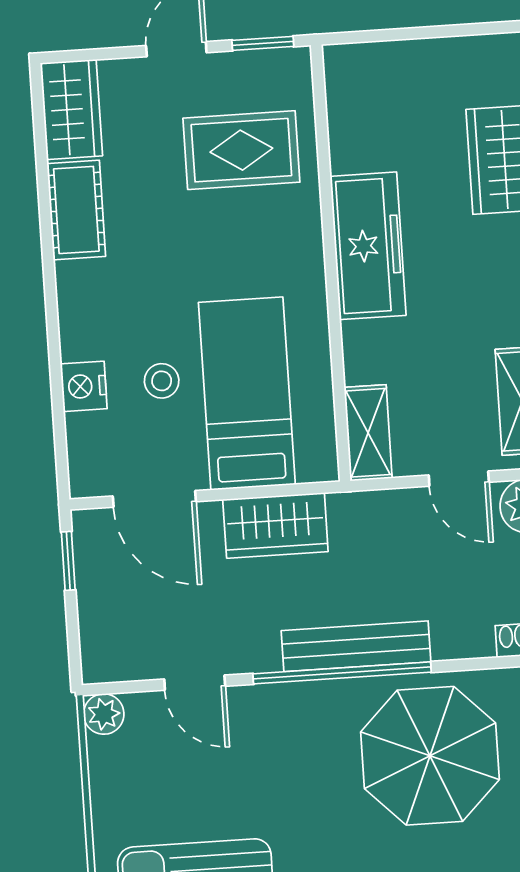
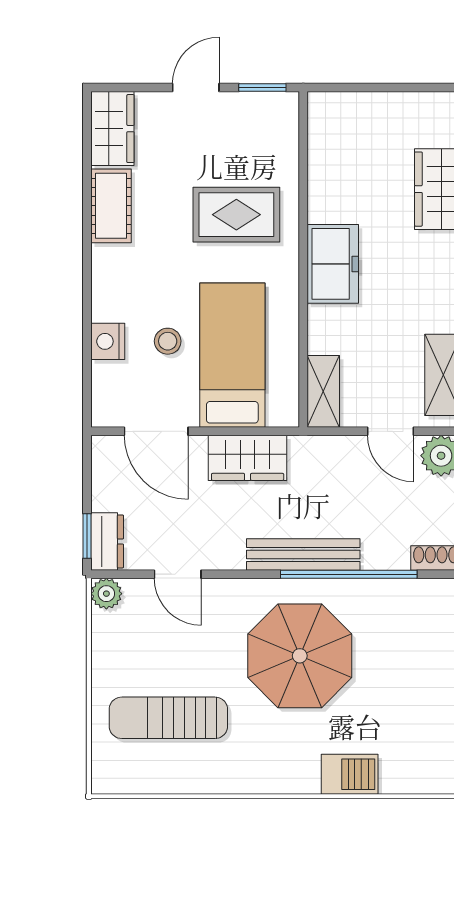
rug: (241, 150) -> (236, 215), moved
freezer: (368, 246) -> (333, 264), width x0.71
window: (68, 561) -> (87, 536), moved
dresser: (100, 646) -> (107, 541), added
window: (342, 673) -> (349, 574), moved
parasol: (430, 756) -> (300, 656), moved

